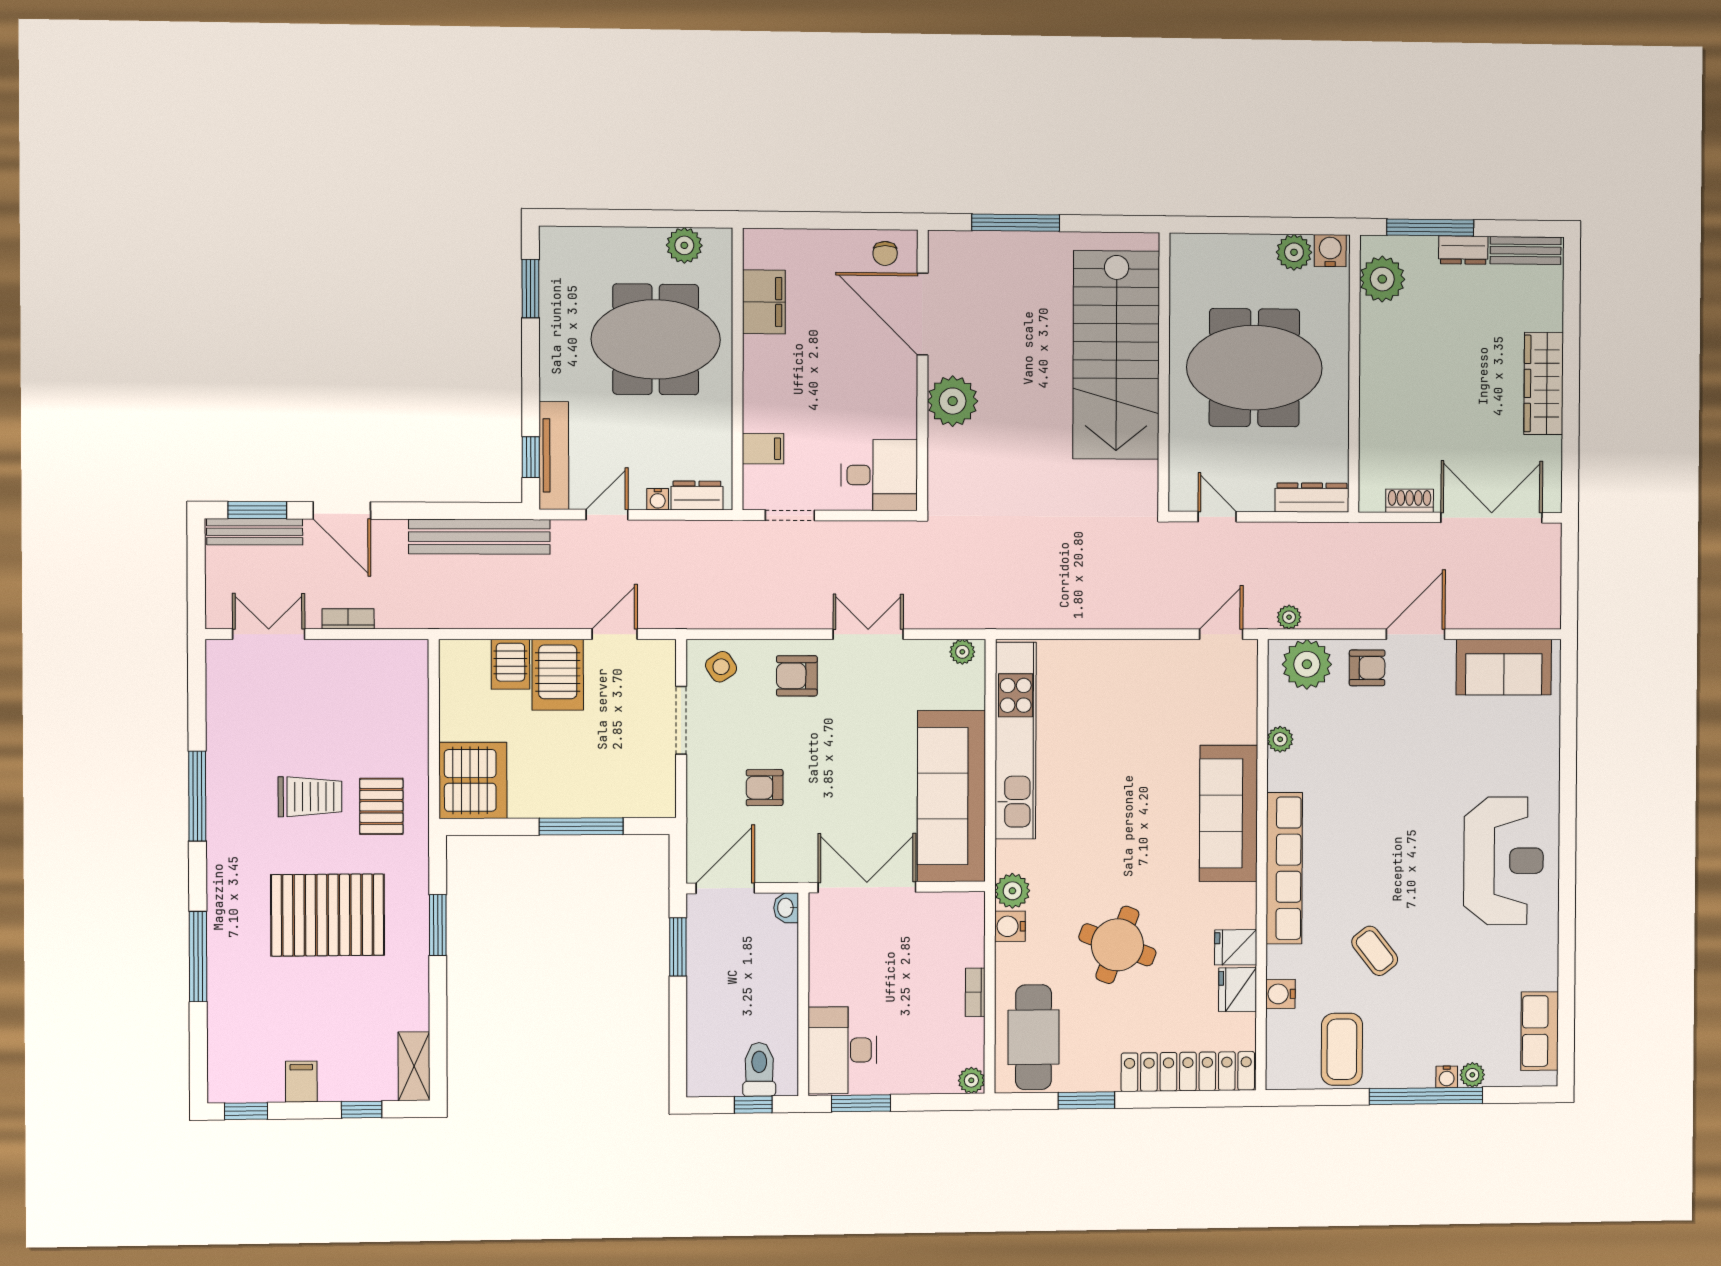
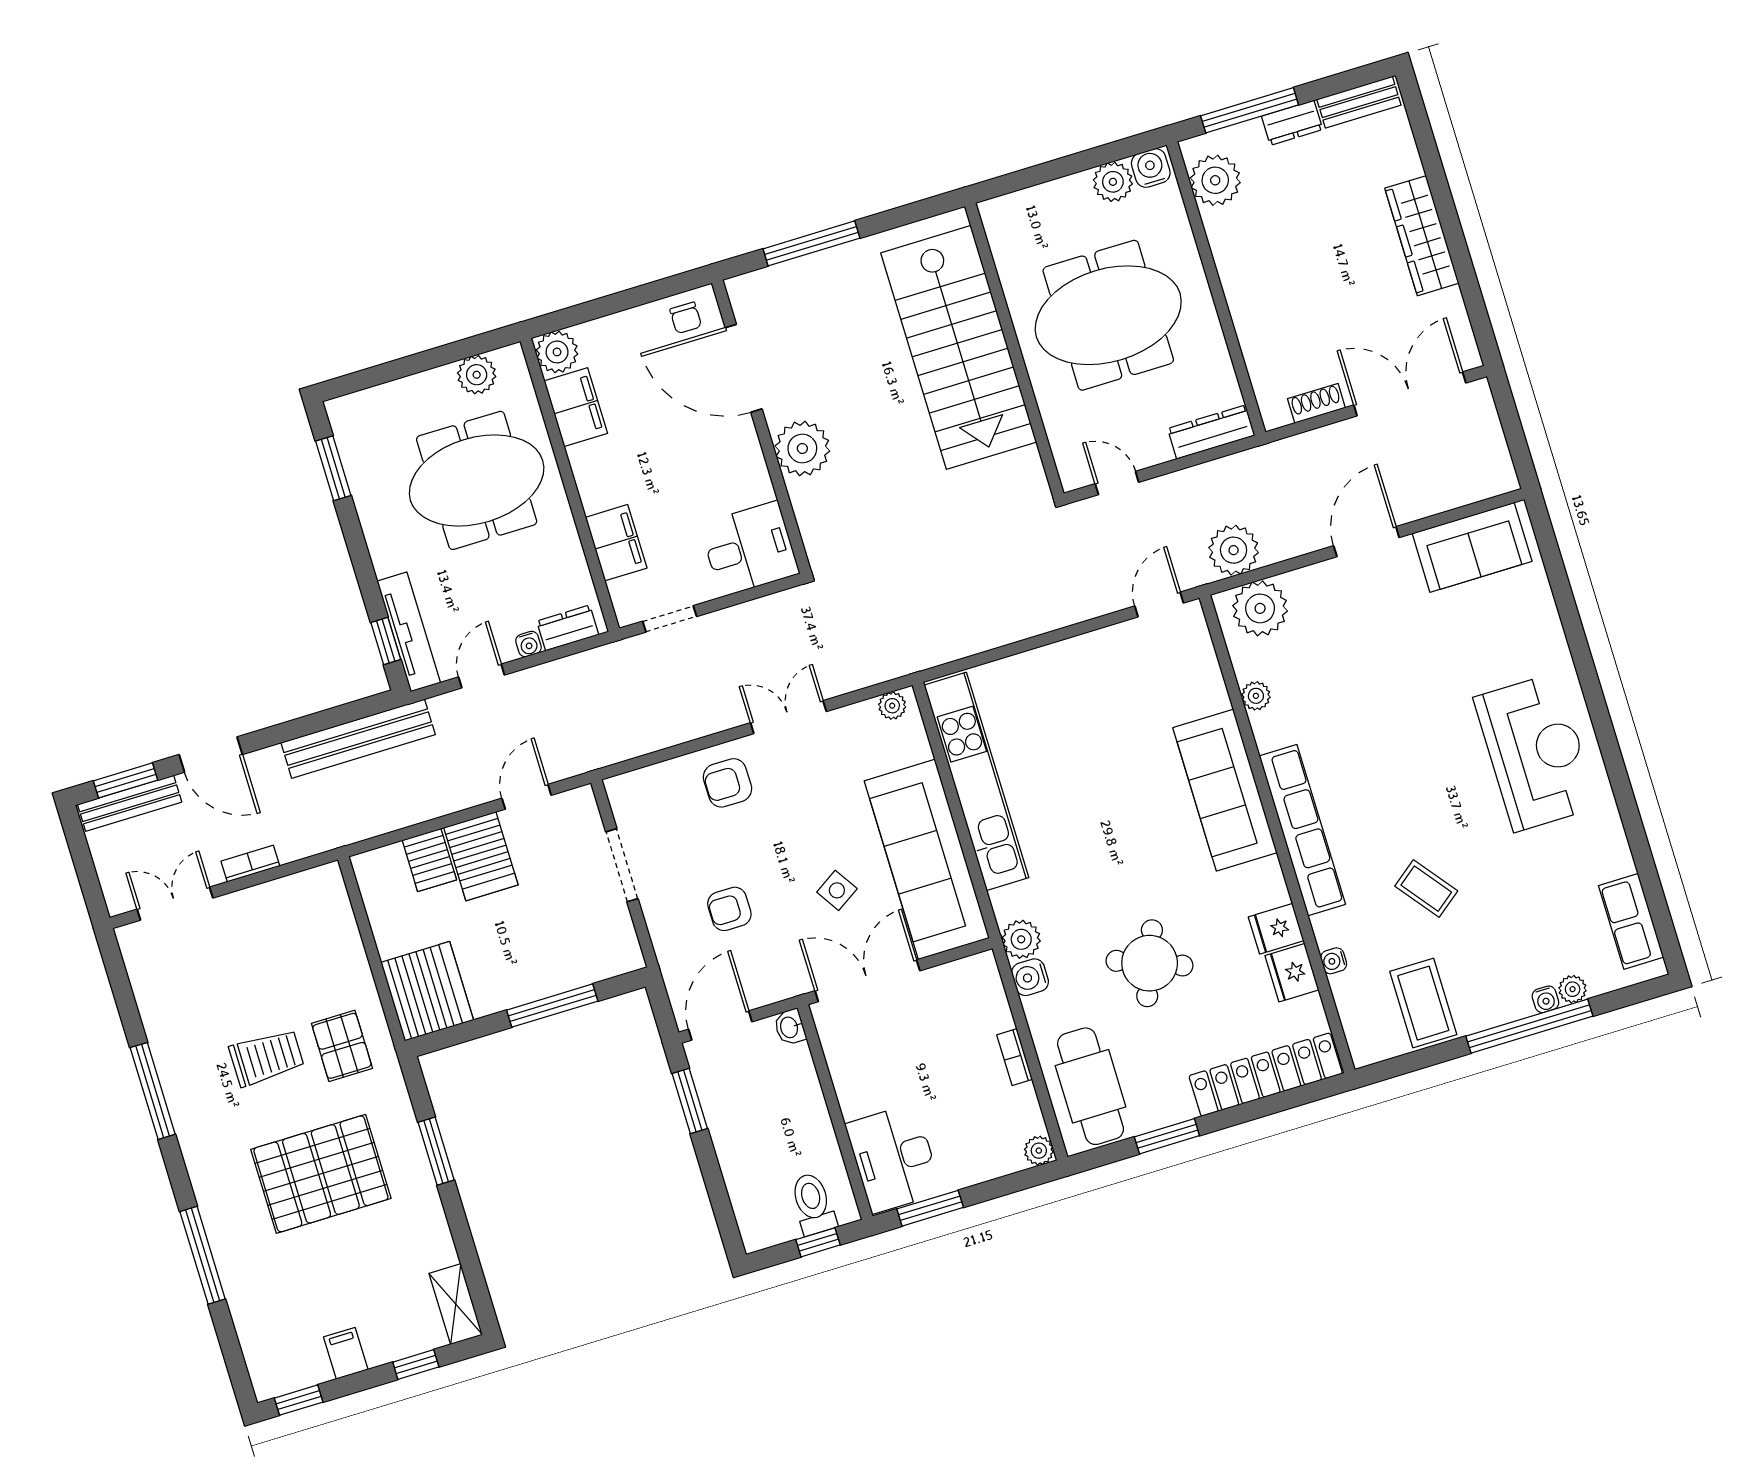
plant: (762, 248) -> (557, 352), added
filing cabinet: (763, 449) -> (616, 543), width x2.00
plant: (1289, 617) -> (1234, 550), width x1.88, depth x1.88
side table: (721, 667) -> (837, 890), moved
armchair: (1367, 668) -> (1325, 593), removed
water cooler: (1280, 994) -> (1334, 961), width x0.72, depth x0.72

